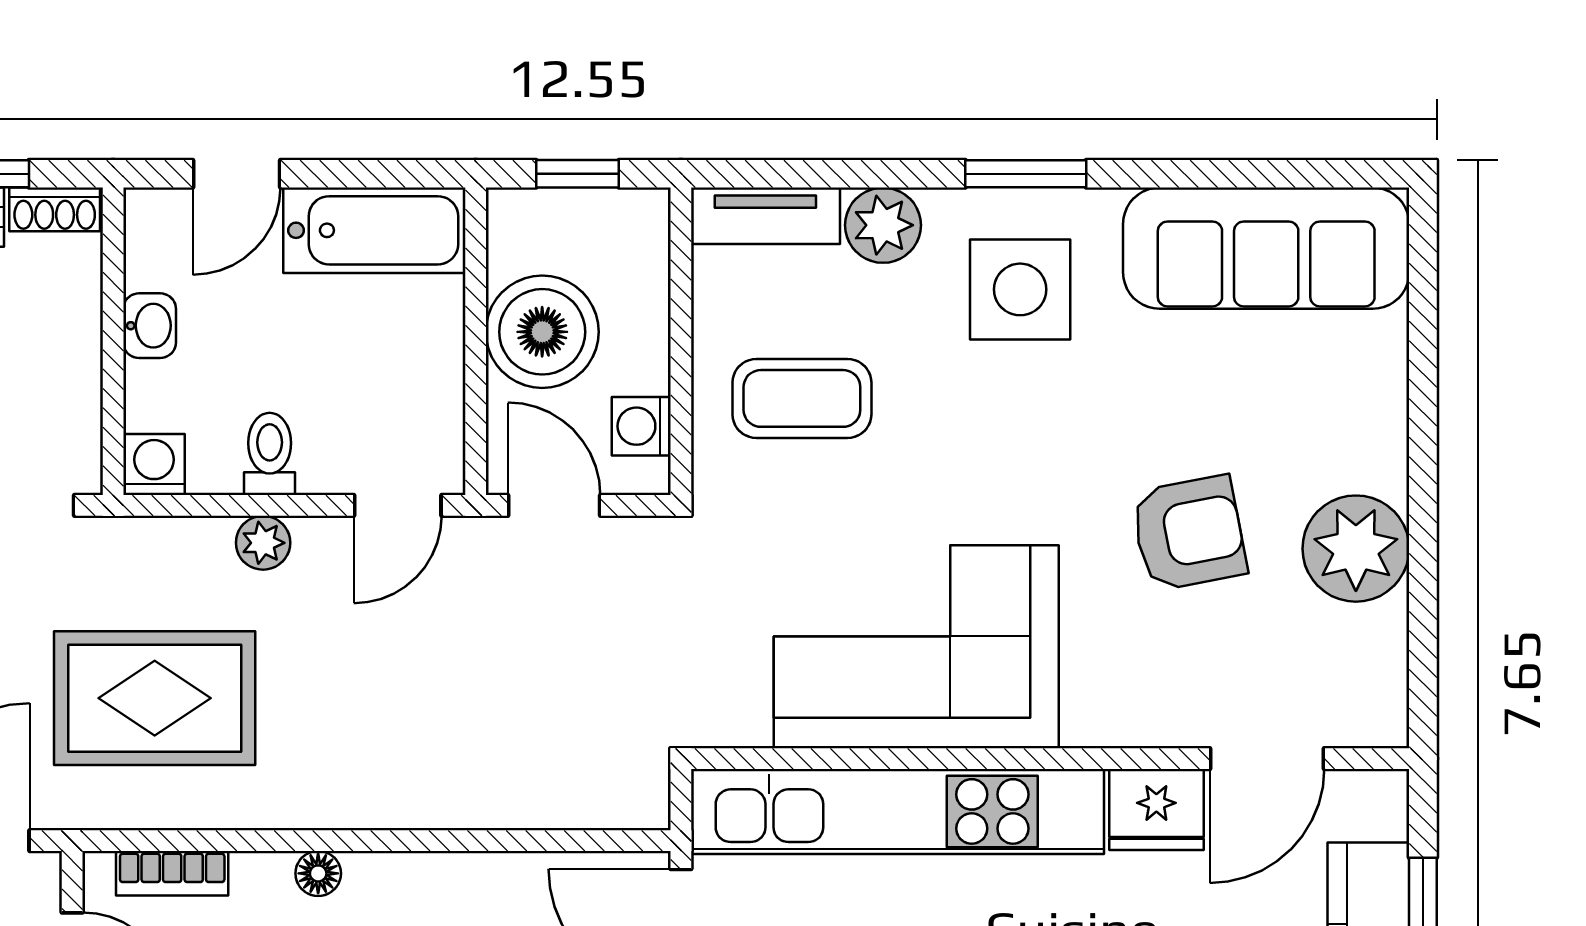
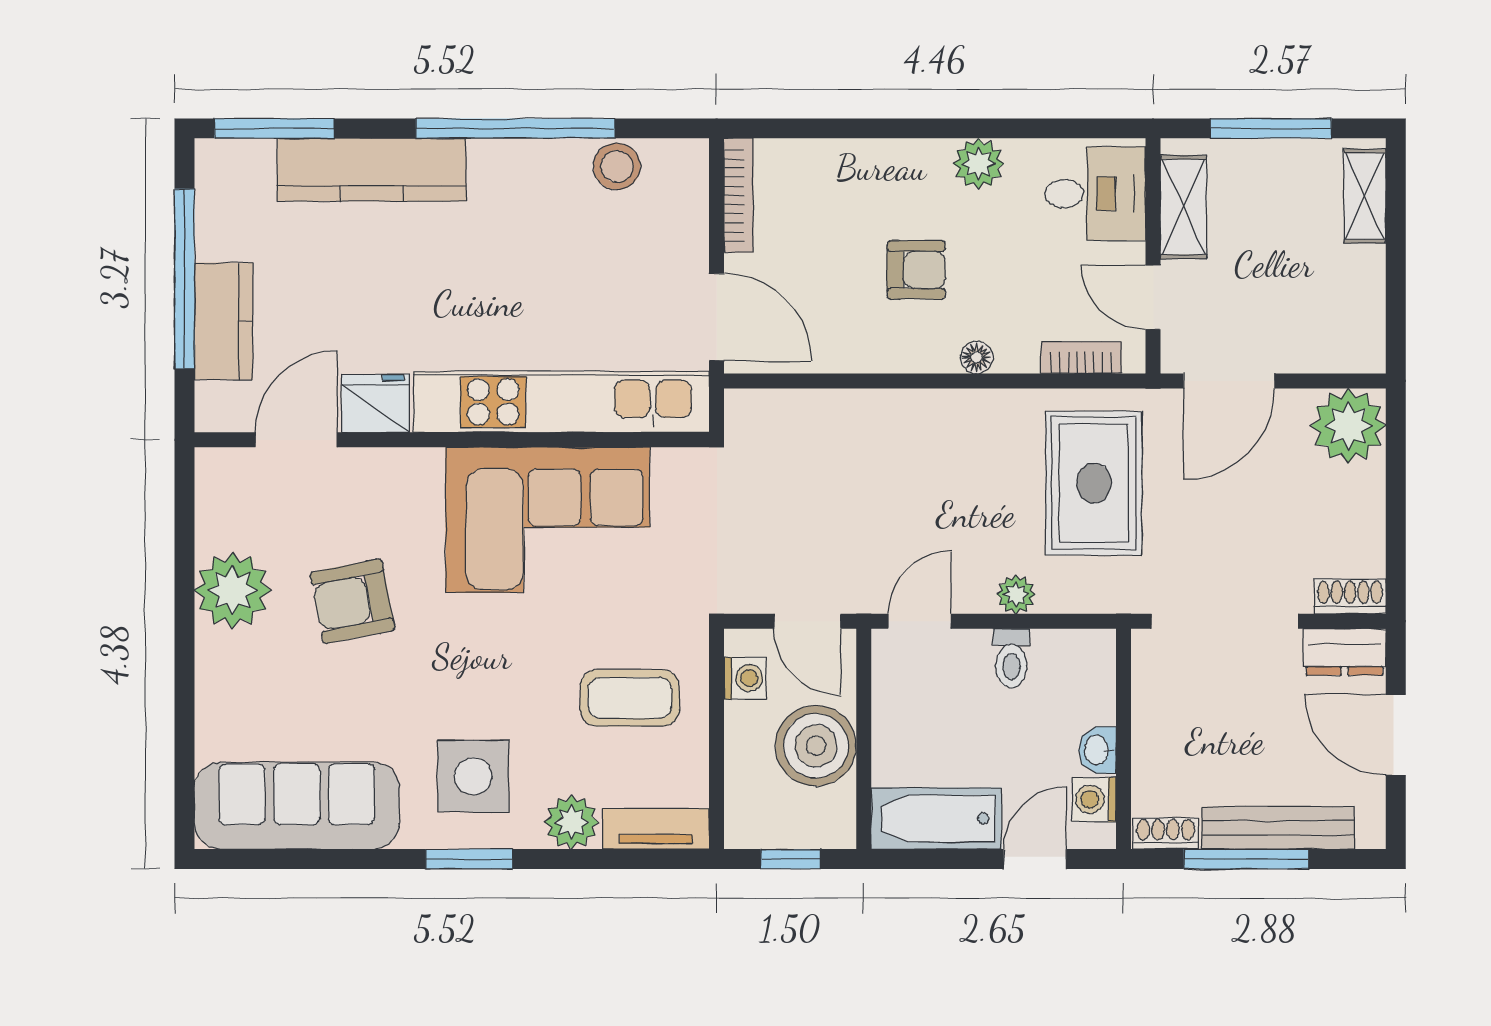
washing machine: (154, 465) -> (1094, 799), moved, turned 90
rug: (155, 698) -> (1094, 483), turned 90

